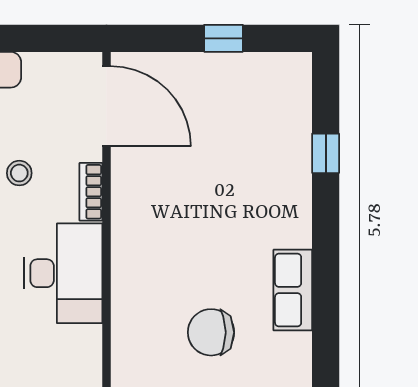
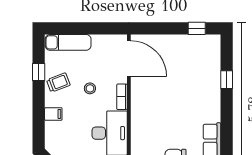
window: (223, 38) -> (197, 28), moved

